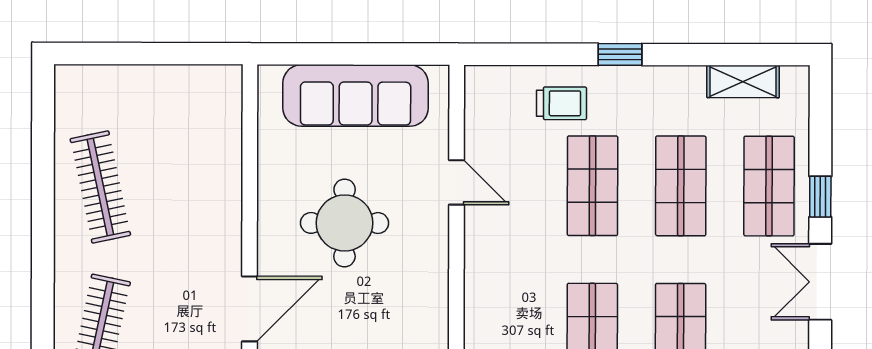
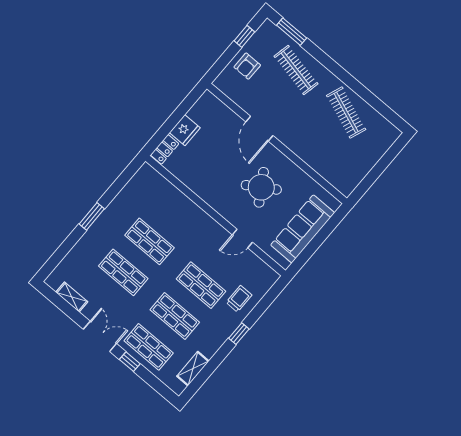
trolley: (561, 103) -> (239, 299), turned 180
clothes rail: (100, 187) -> (346, 112), turned 33
round table: (345, 223) -> (261, 187), turned -32

